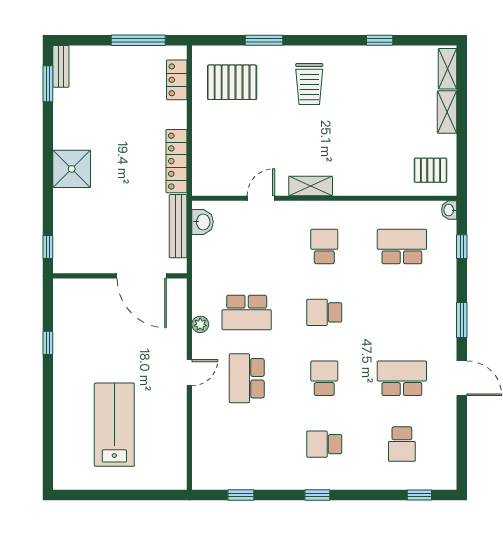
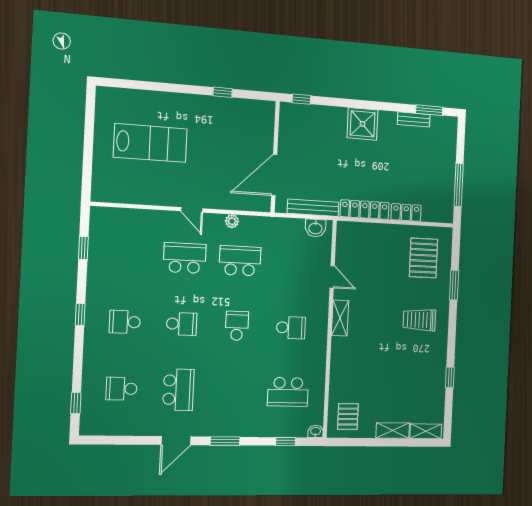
bench: (61, 66) -> (414, 119), moved
locker: (177, 80) -> (406, 212), moved
school desk: (402, 247) -> (288, 392), turned 90
school desk: (247, 312) -> (240, 261), turned 90
school desk: (324, 444) -> (125, 322), turned -90

